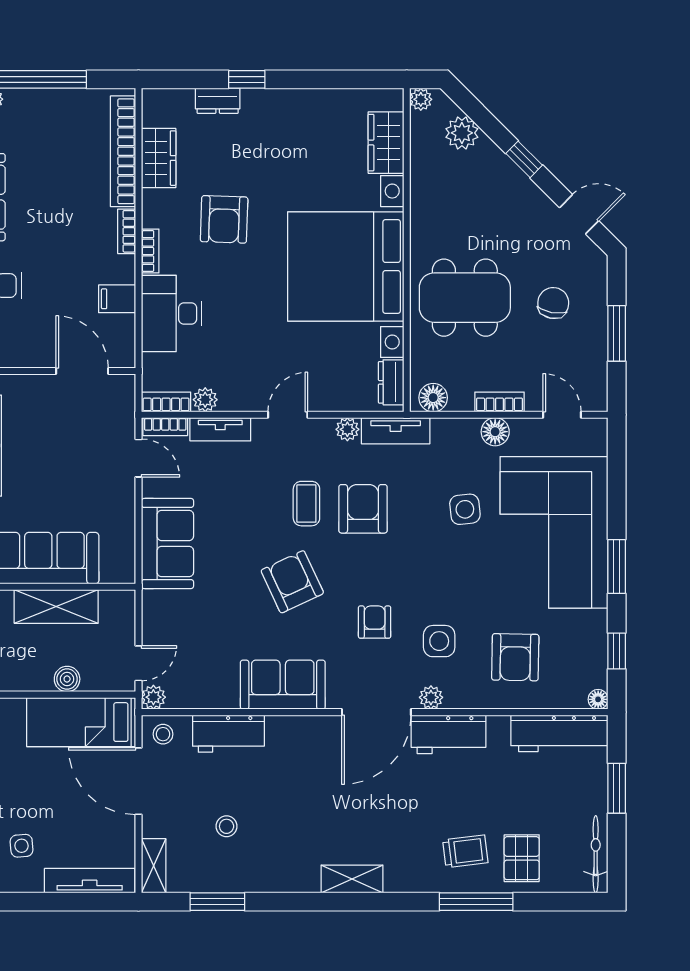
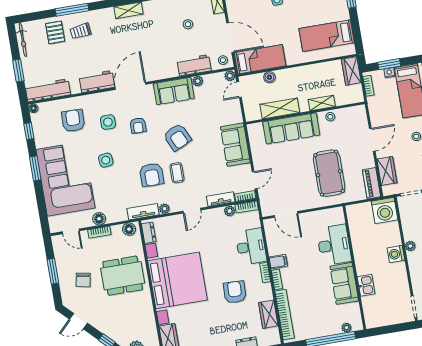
filing cabinet: (117, 299) -> (278, 262), moved
door: (138, 458) -> (255, 180), swing flipped
side table: (465, 509) -> (106, 160), moved
plant: (431, 697) -> (198, 81), moved

